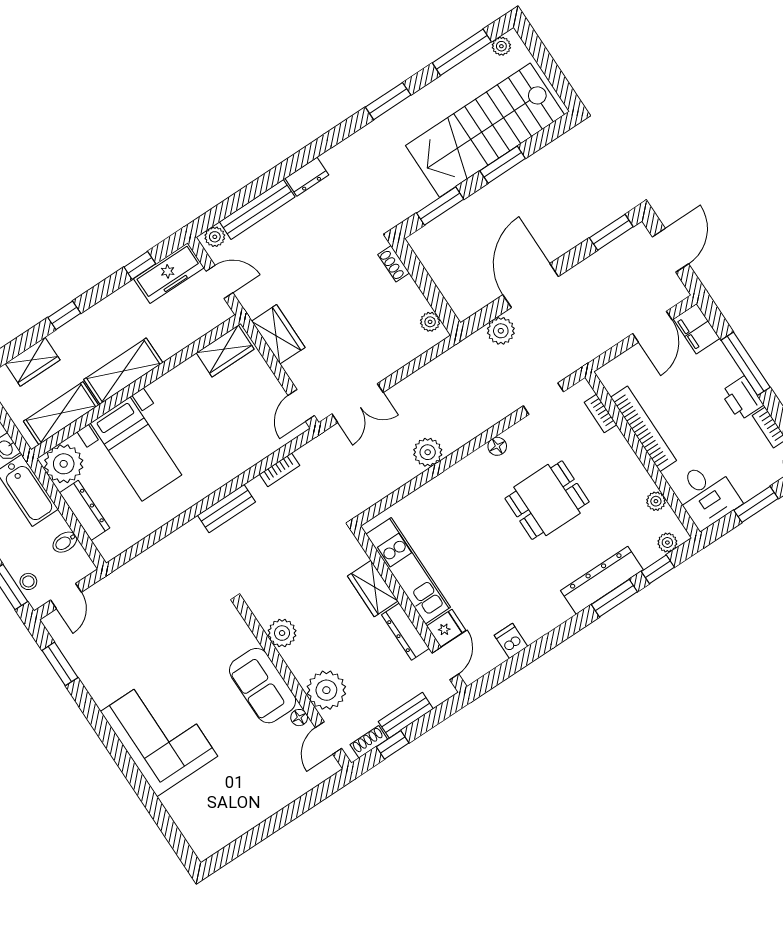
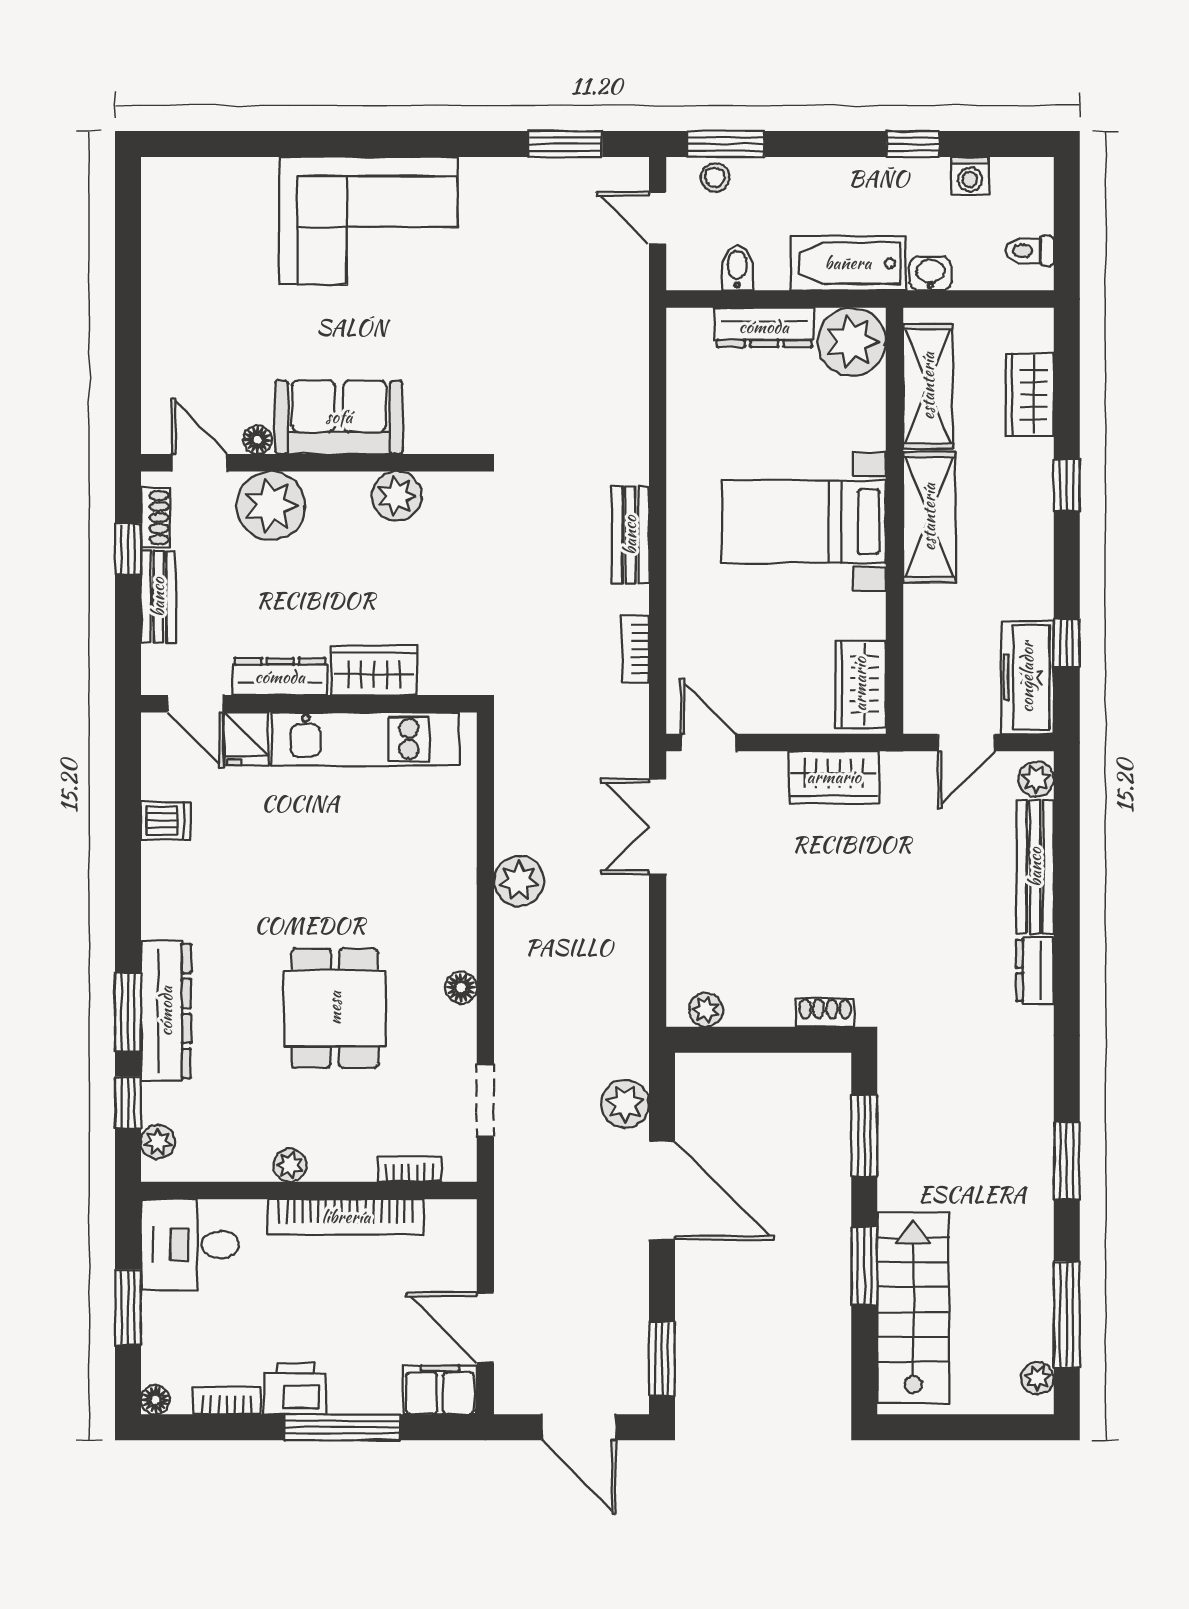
stairs: (485, 130) -> (913, 1308), width x0.73, depth x0.66
bed with nightstands: (136, 449) -> (804, 522), moved
plant: (656, 501) -> (290, 1165), moved

